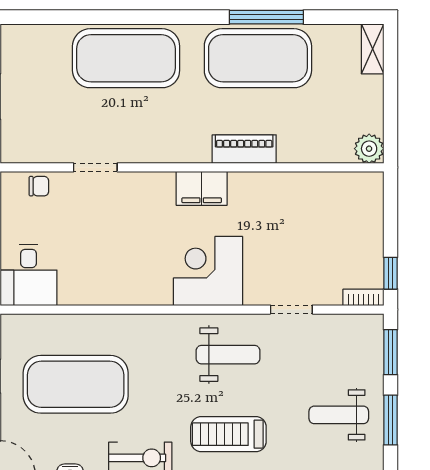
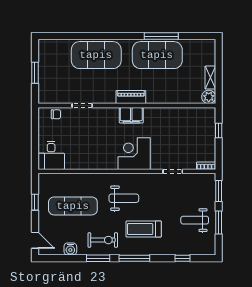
shelving: (373, 49) -> (210, 78), moved
piano: (244, 149) -> (131, 97), moved
window: (391, 273) -> (219, 131), moved
weight bench: (228, 355) -> (124, 198), moved
exercise mat: (76, 384) -> (73, 206), width x0.68

